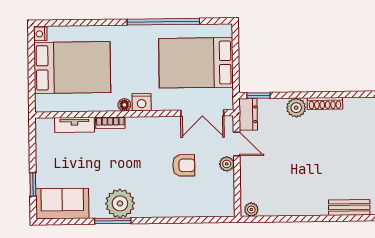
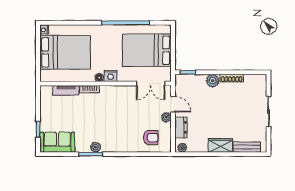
dresser: (248, 114) -> (181, 127), moved
armchair: (184, 165) -> (151, 138), moved
plant: (120, 203) -> (95, 147), width x0.53, depth x0.53
wardrobe: (309, 205) -> (220, 145), added

